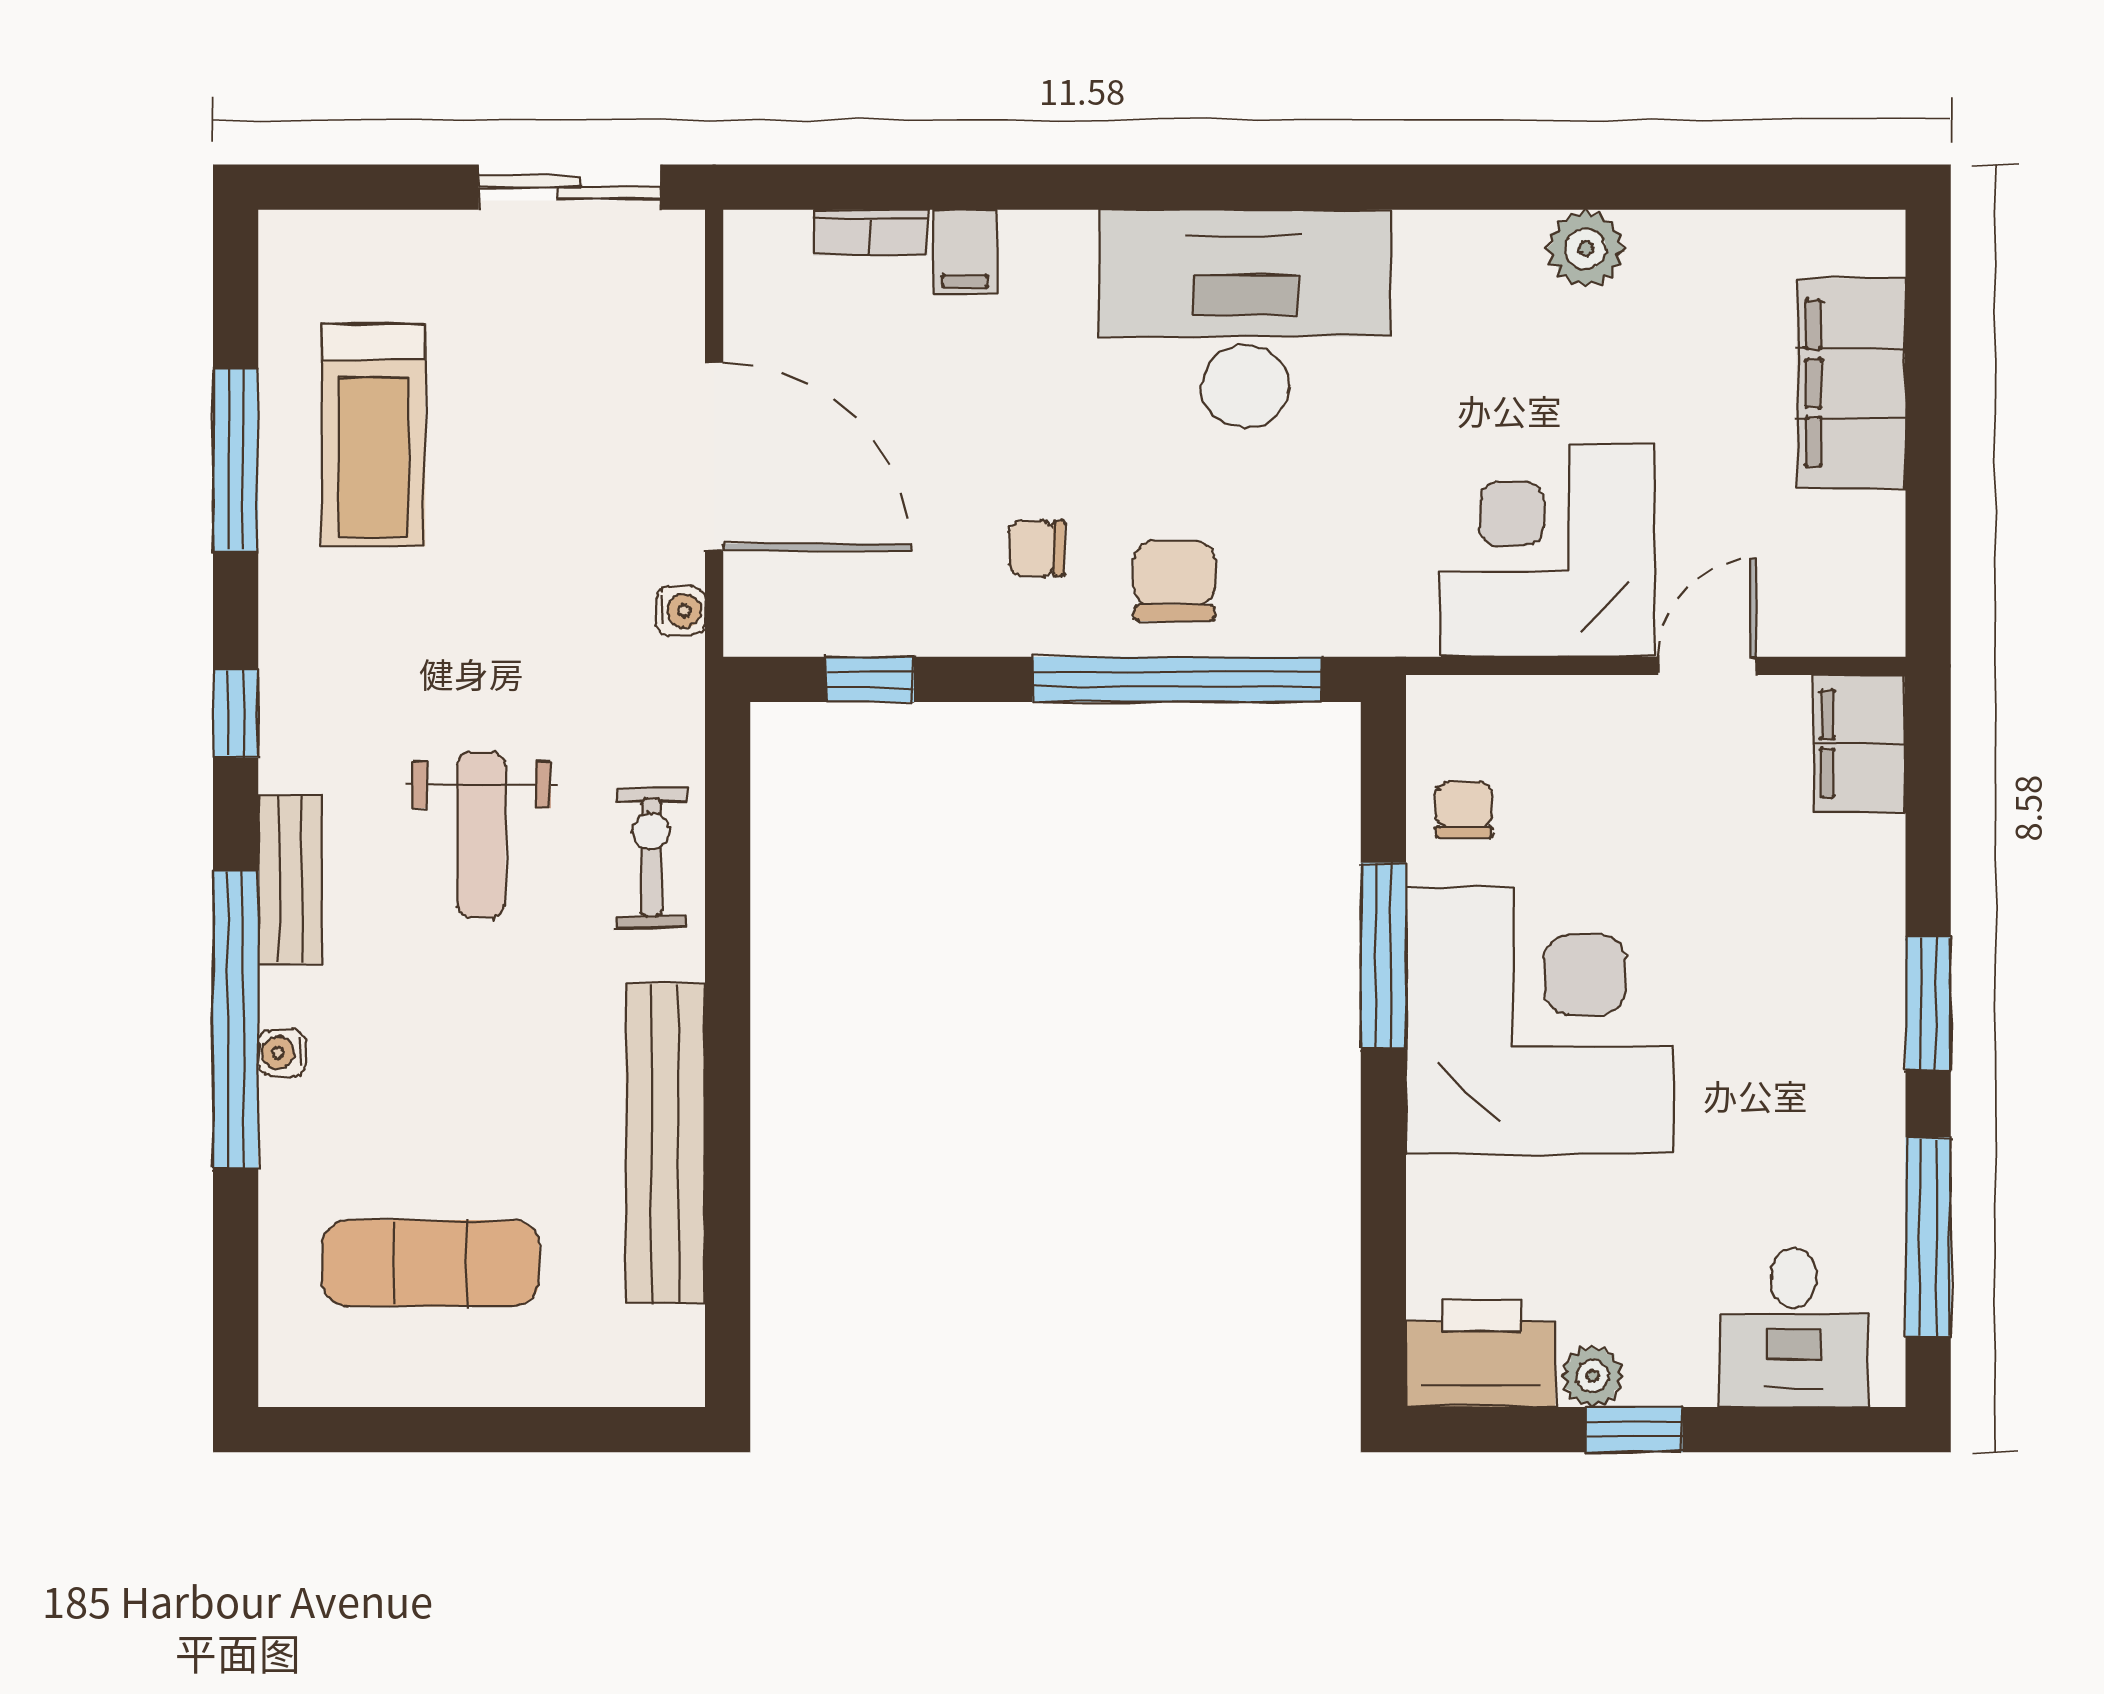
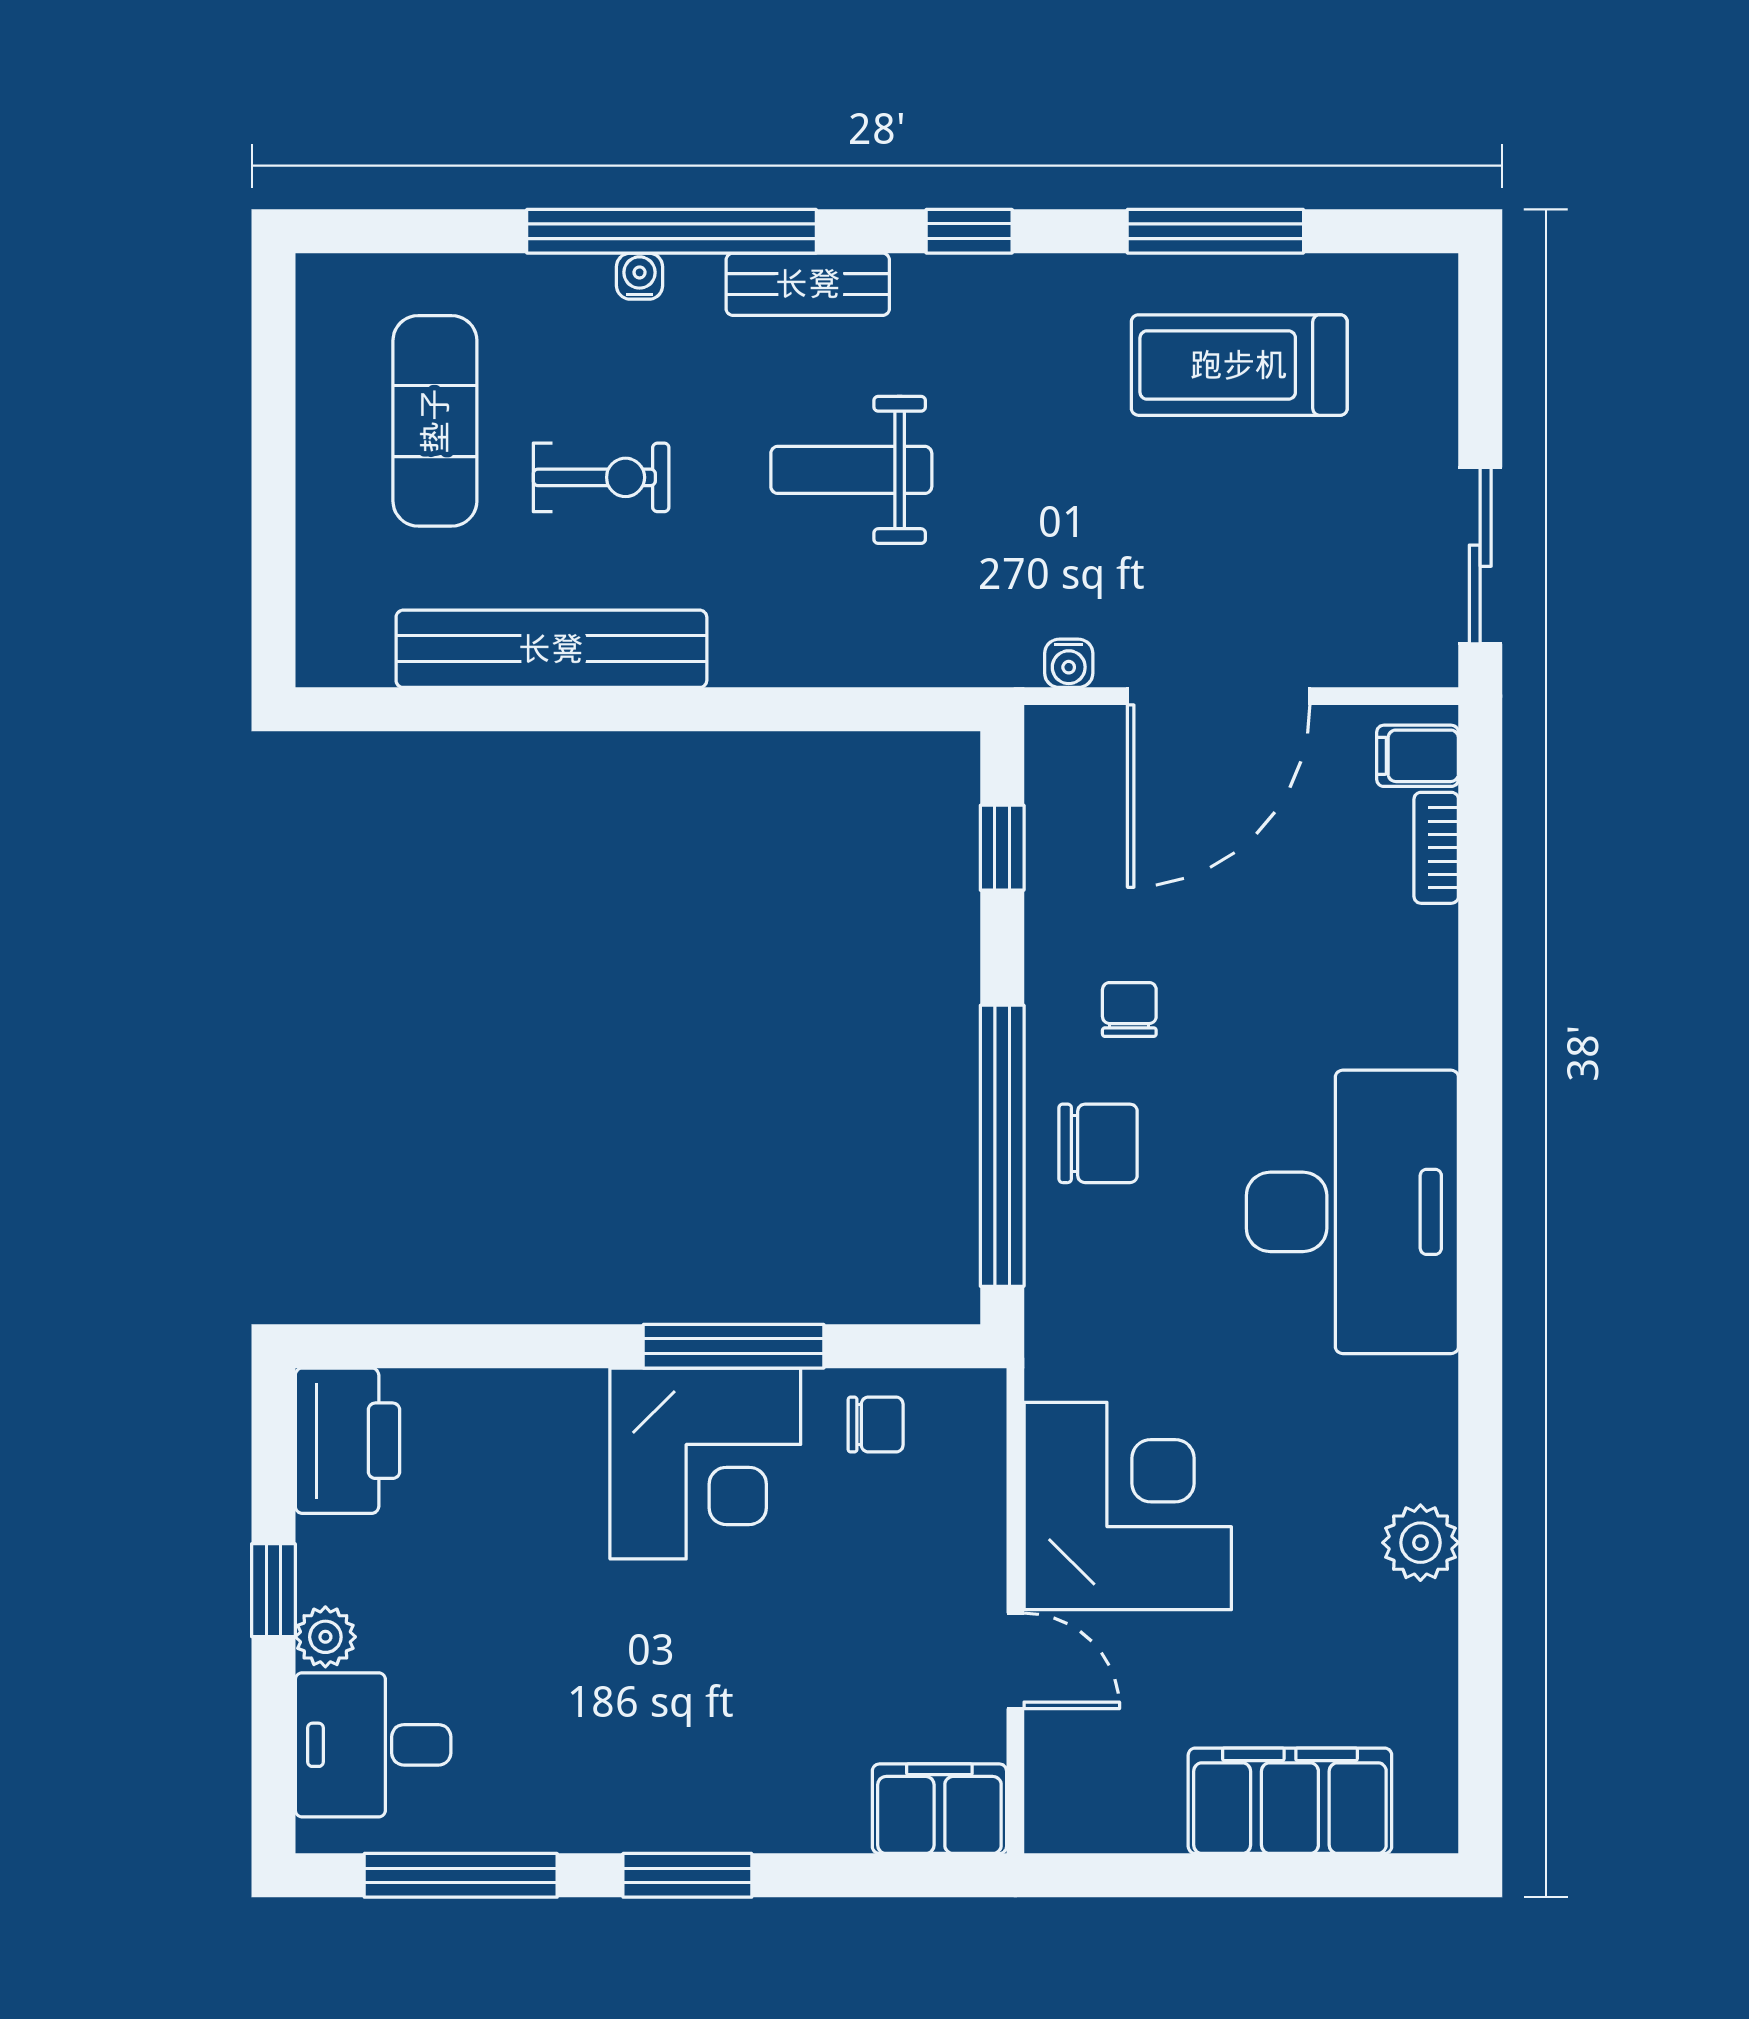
filing cabinet: (965, 252) -> (1418, 756), moved
exercise bike: (651, 858) -> (601, 477), moved
corner desk: (1539, 1020) -> (705, 1464), width x0.74, depth x0.74
plant: (1592, 1376) -> (325, 1637), moved

